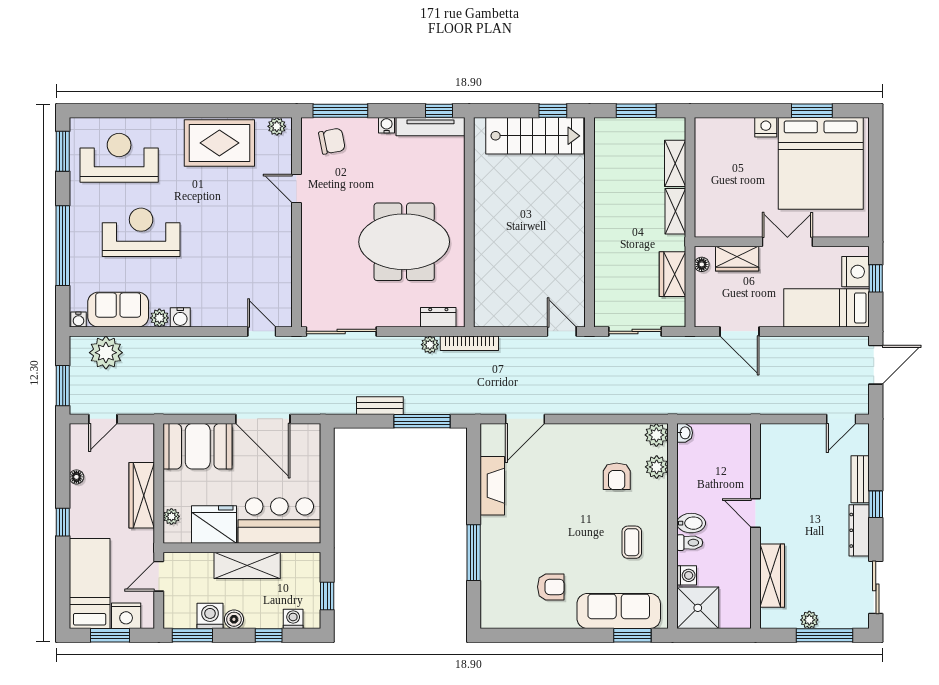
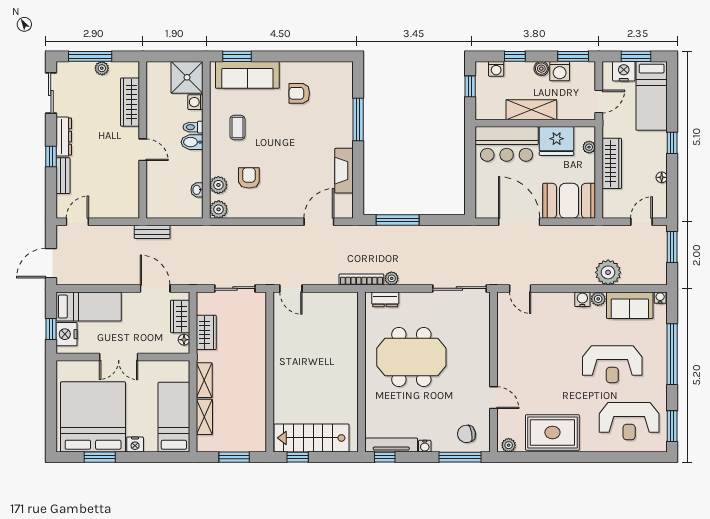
bed: (715, 163) -> (174, 417), added
wardrobe: (737, 259) -> (180, 316), moved, turned -90
plant: (106, 353) -> (608, 272), moved
bench: (380, 406) -> (152, 232), moved
washbasin: (685, 433) -> (197, 190), moved

